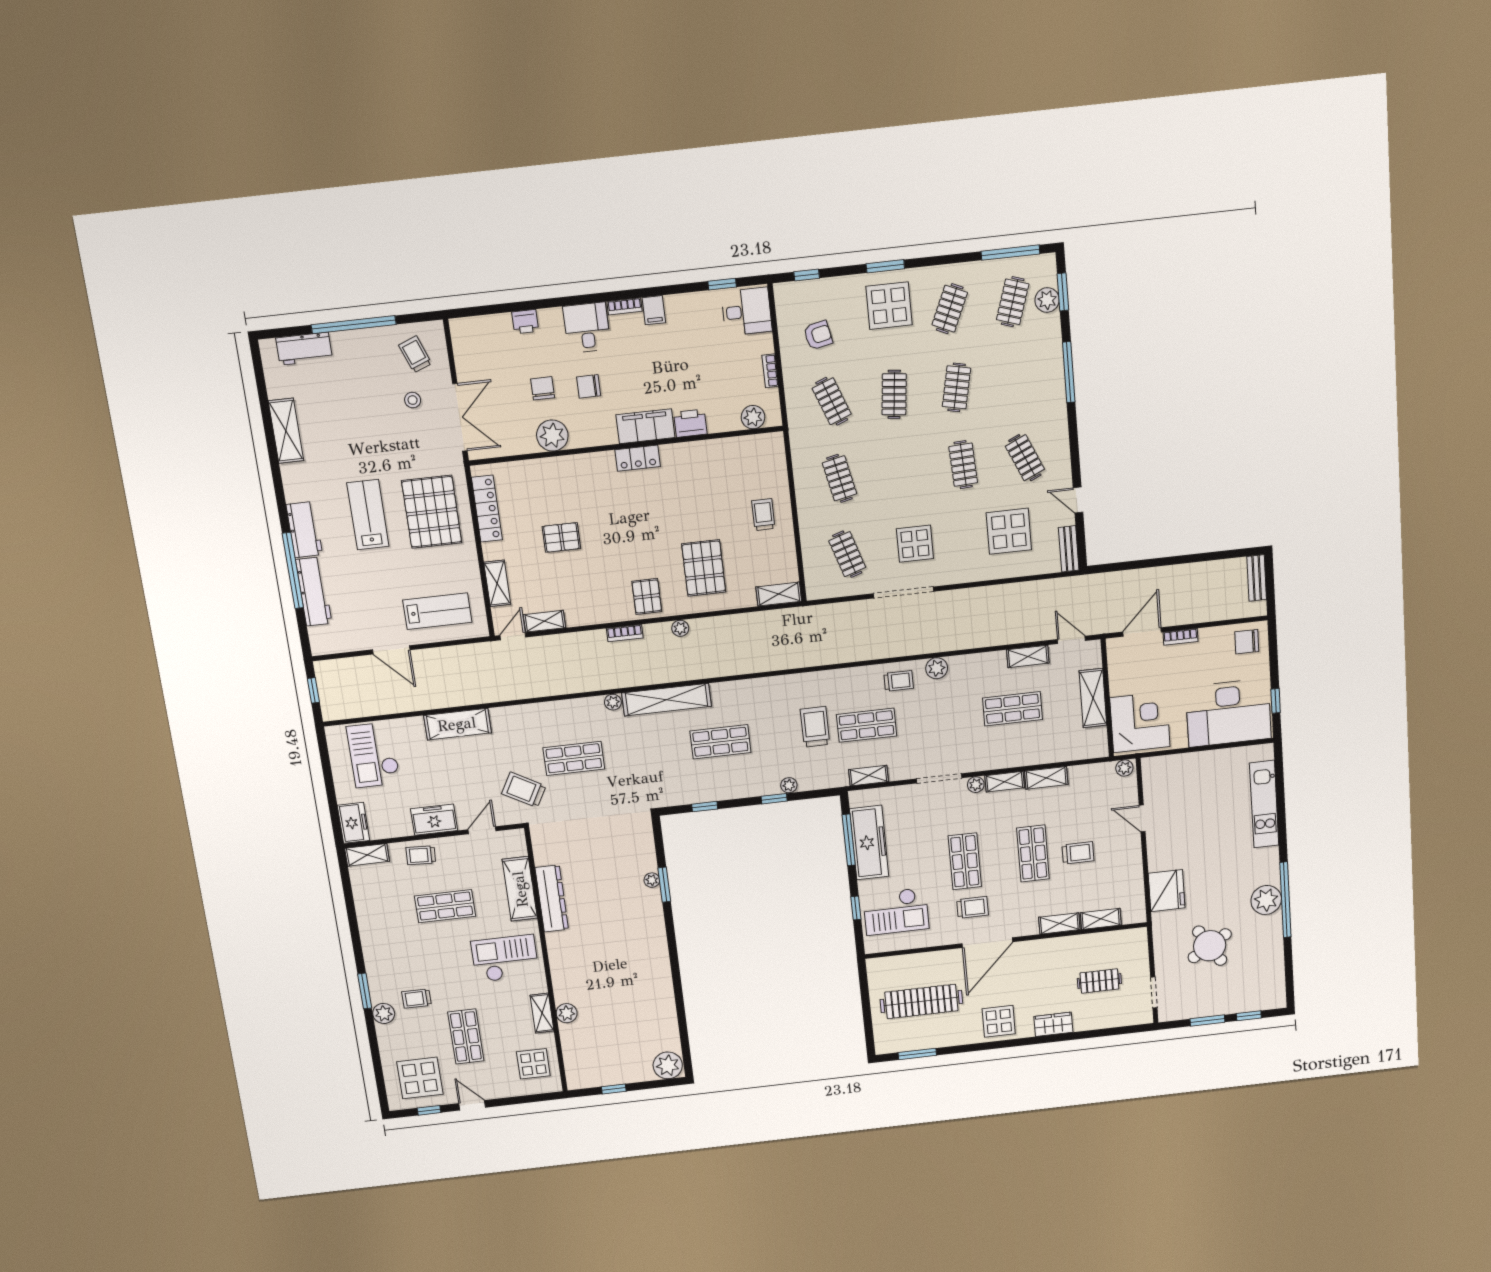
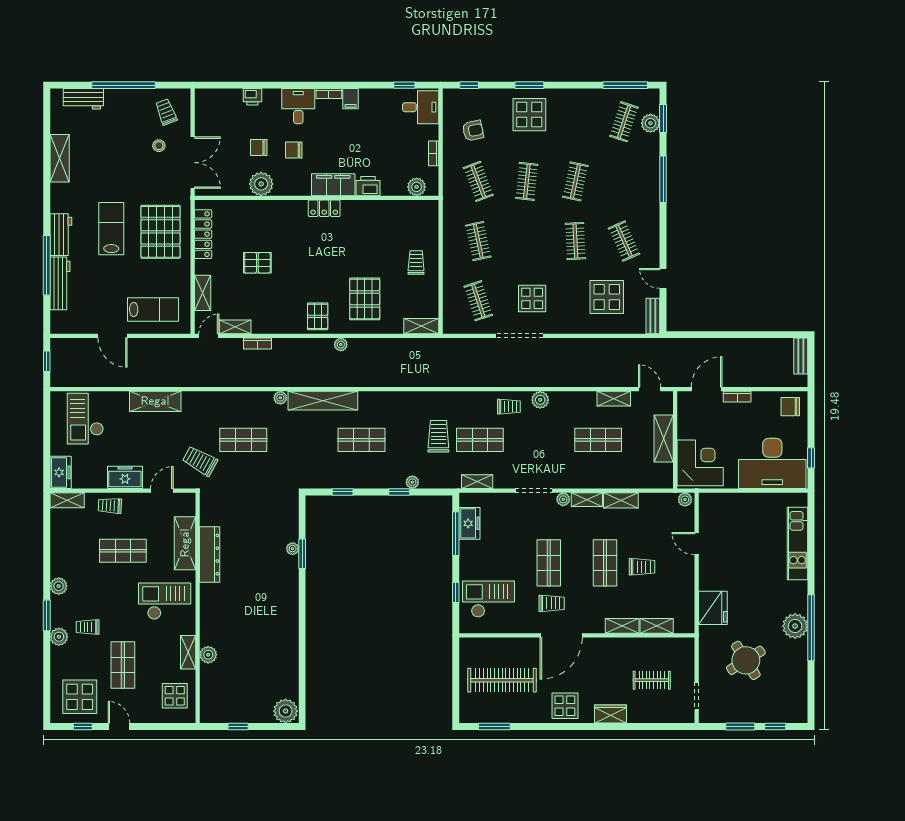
clothes rail: (950, 309) -> (575, 122), removed
chair: (543, 388) -> (259, 148), turned -90
bookcase: (625, 633) -> (258, 343), moved
freezer: (869, 843) -> (470, 523), width x0.52, depth x0.79
checkout: (896, 911) -> (488, 599), turned 180
plant: (373, 956) -> (59, 586), added

